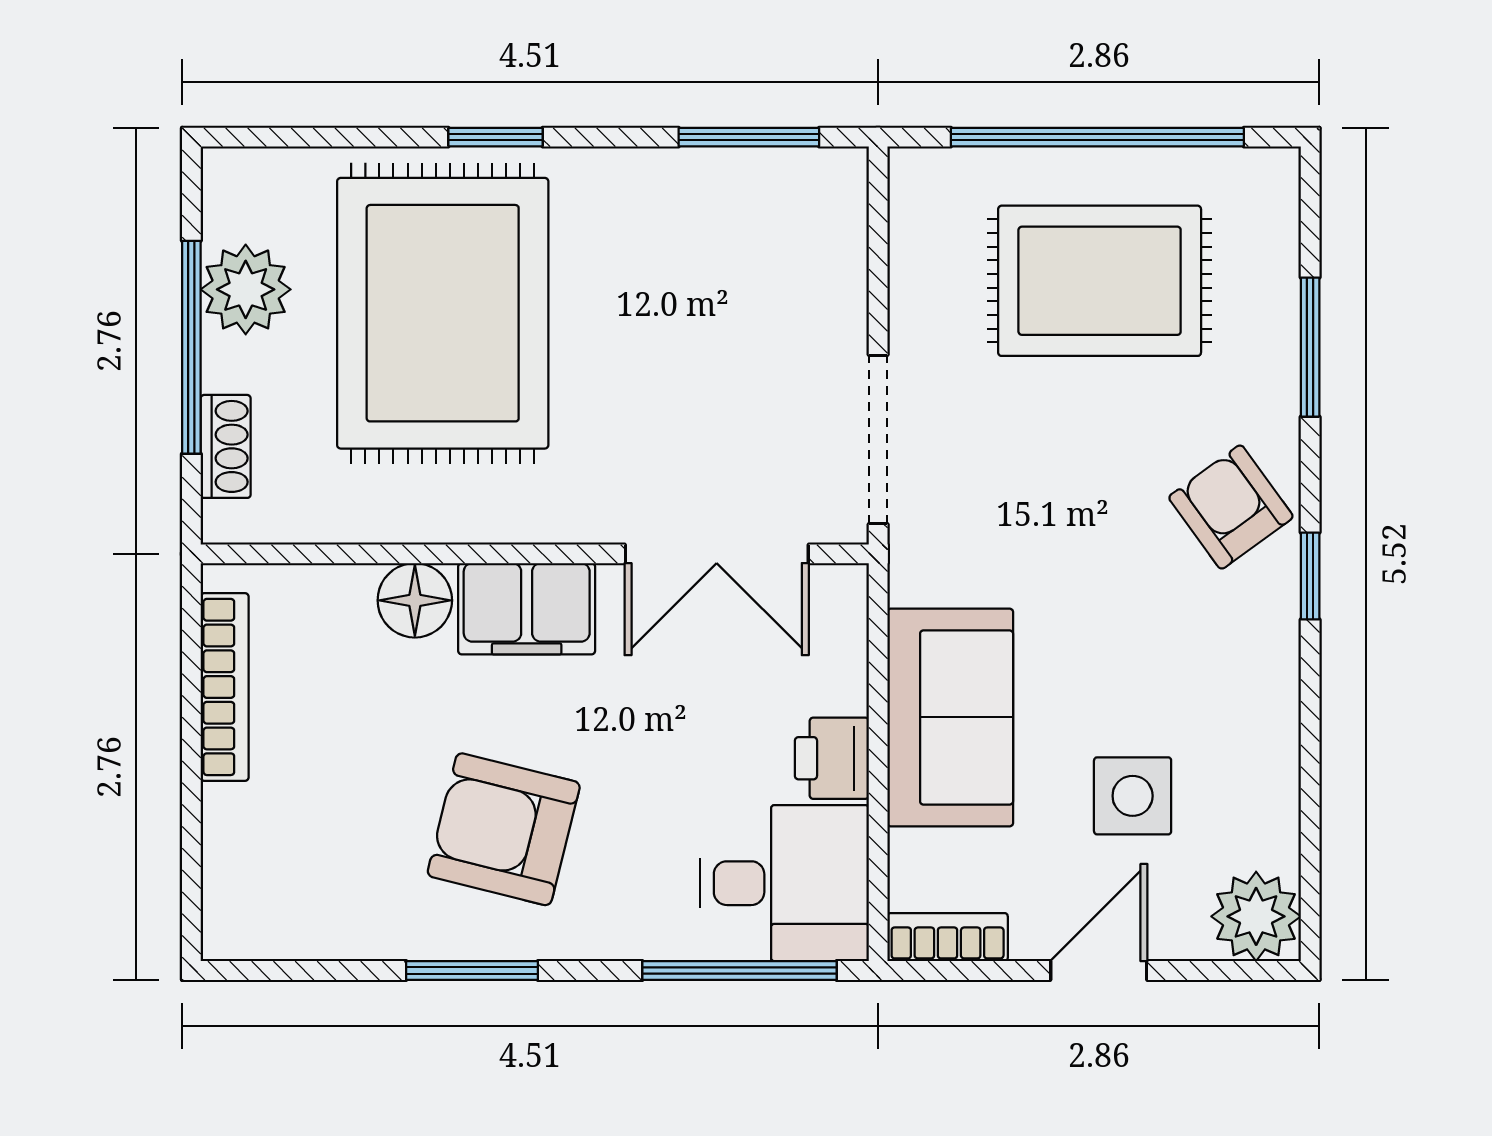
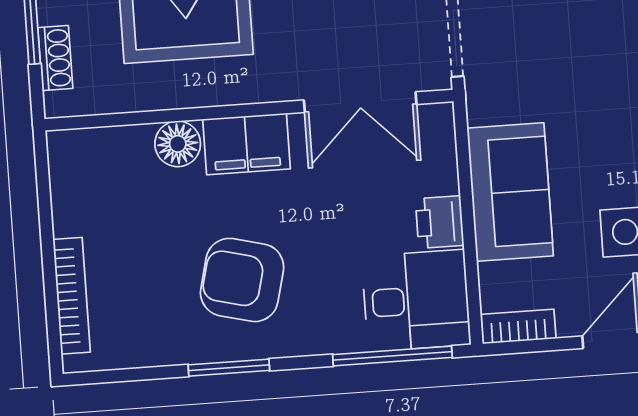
bookcase: (225, 687) -> (72, 296), moved

